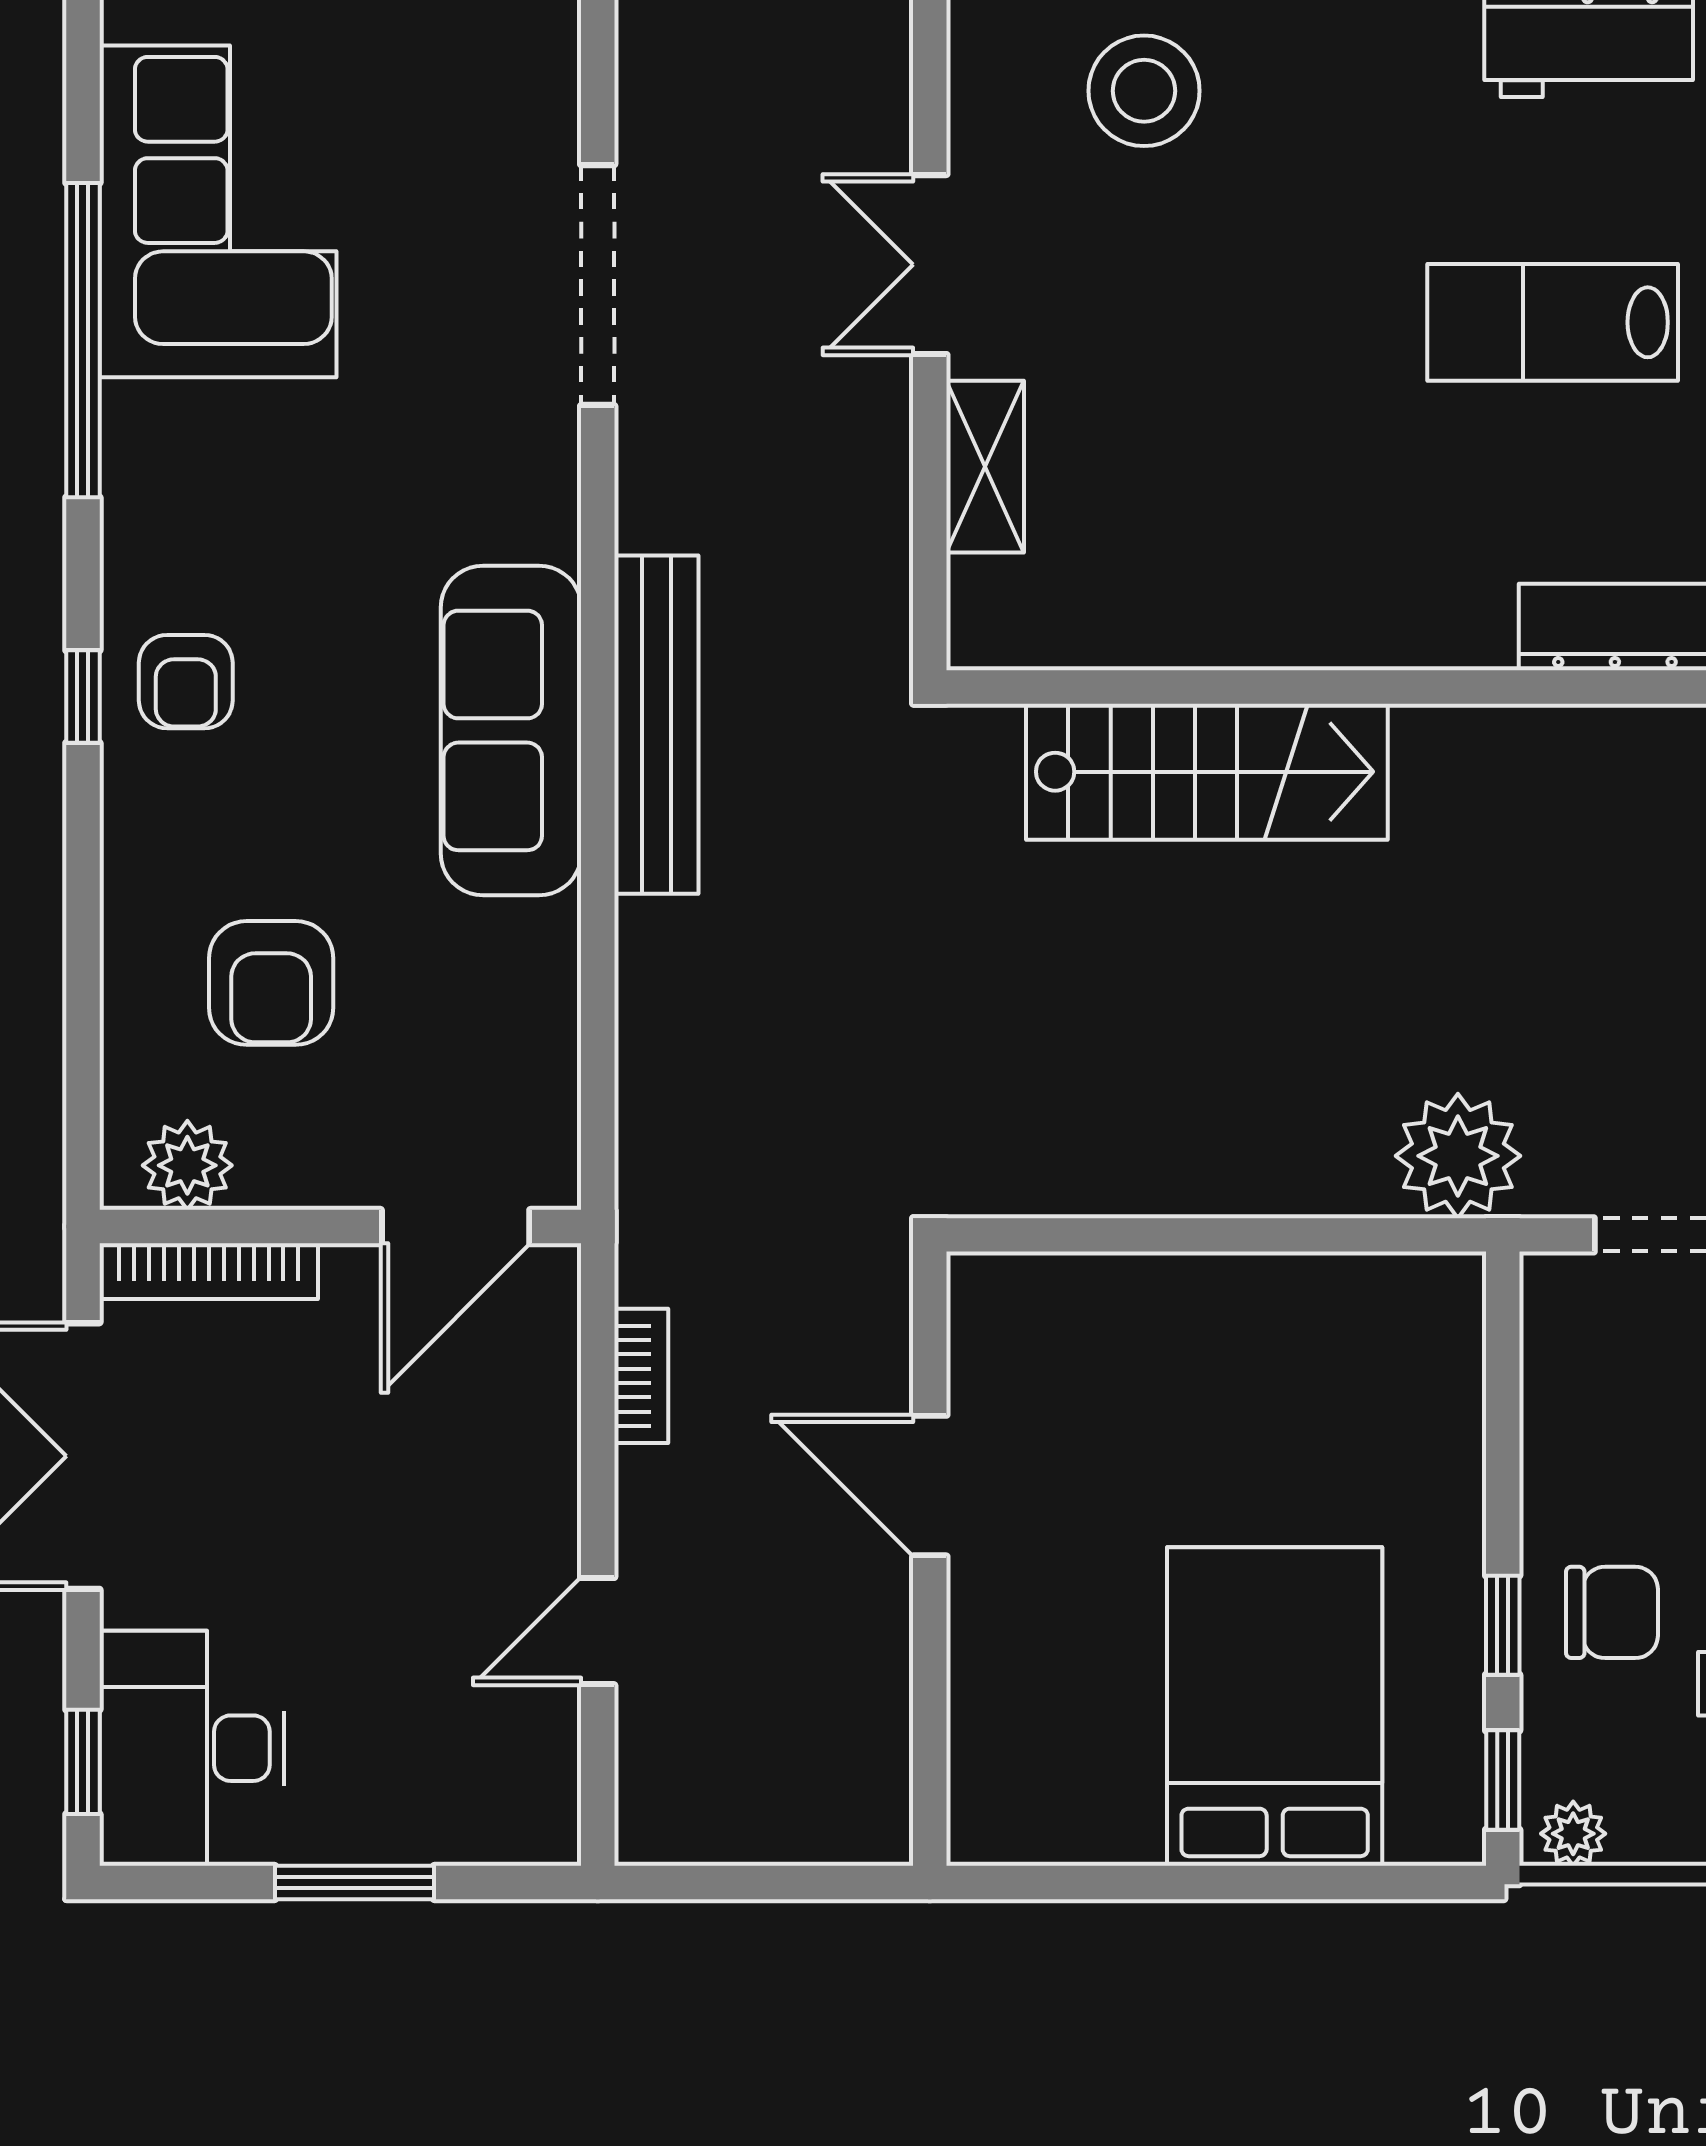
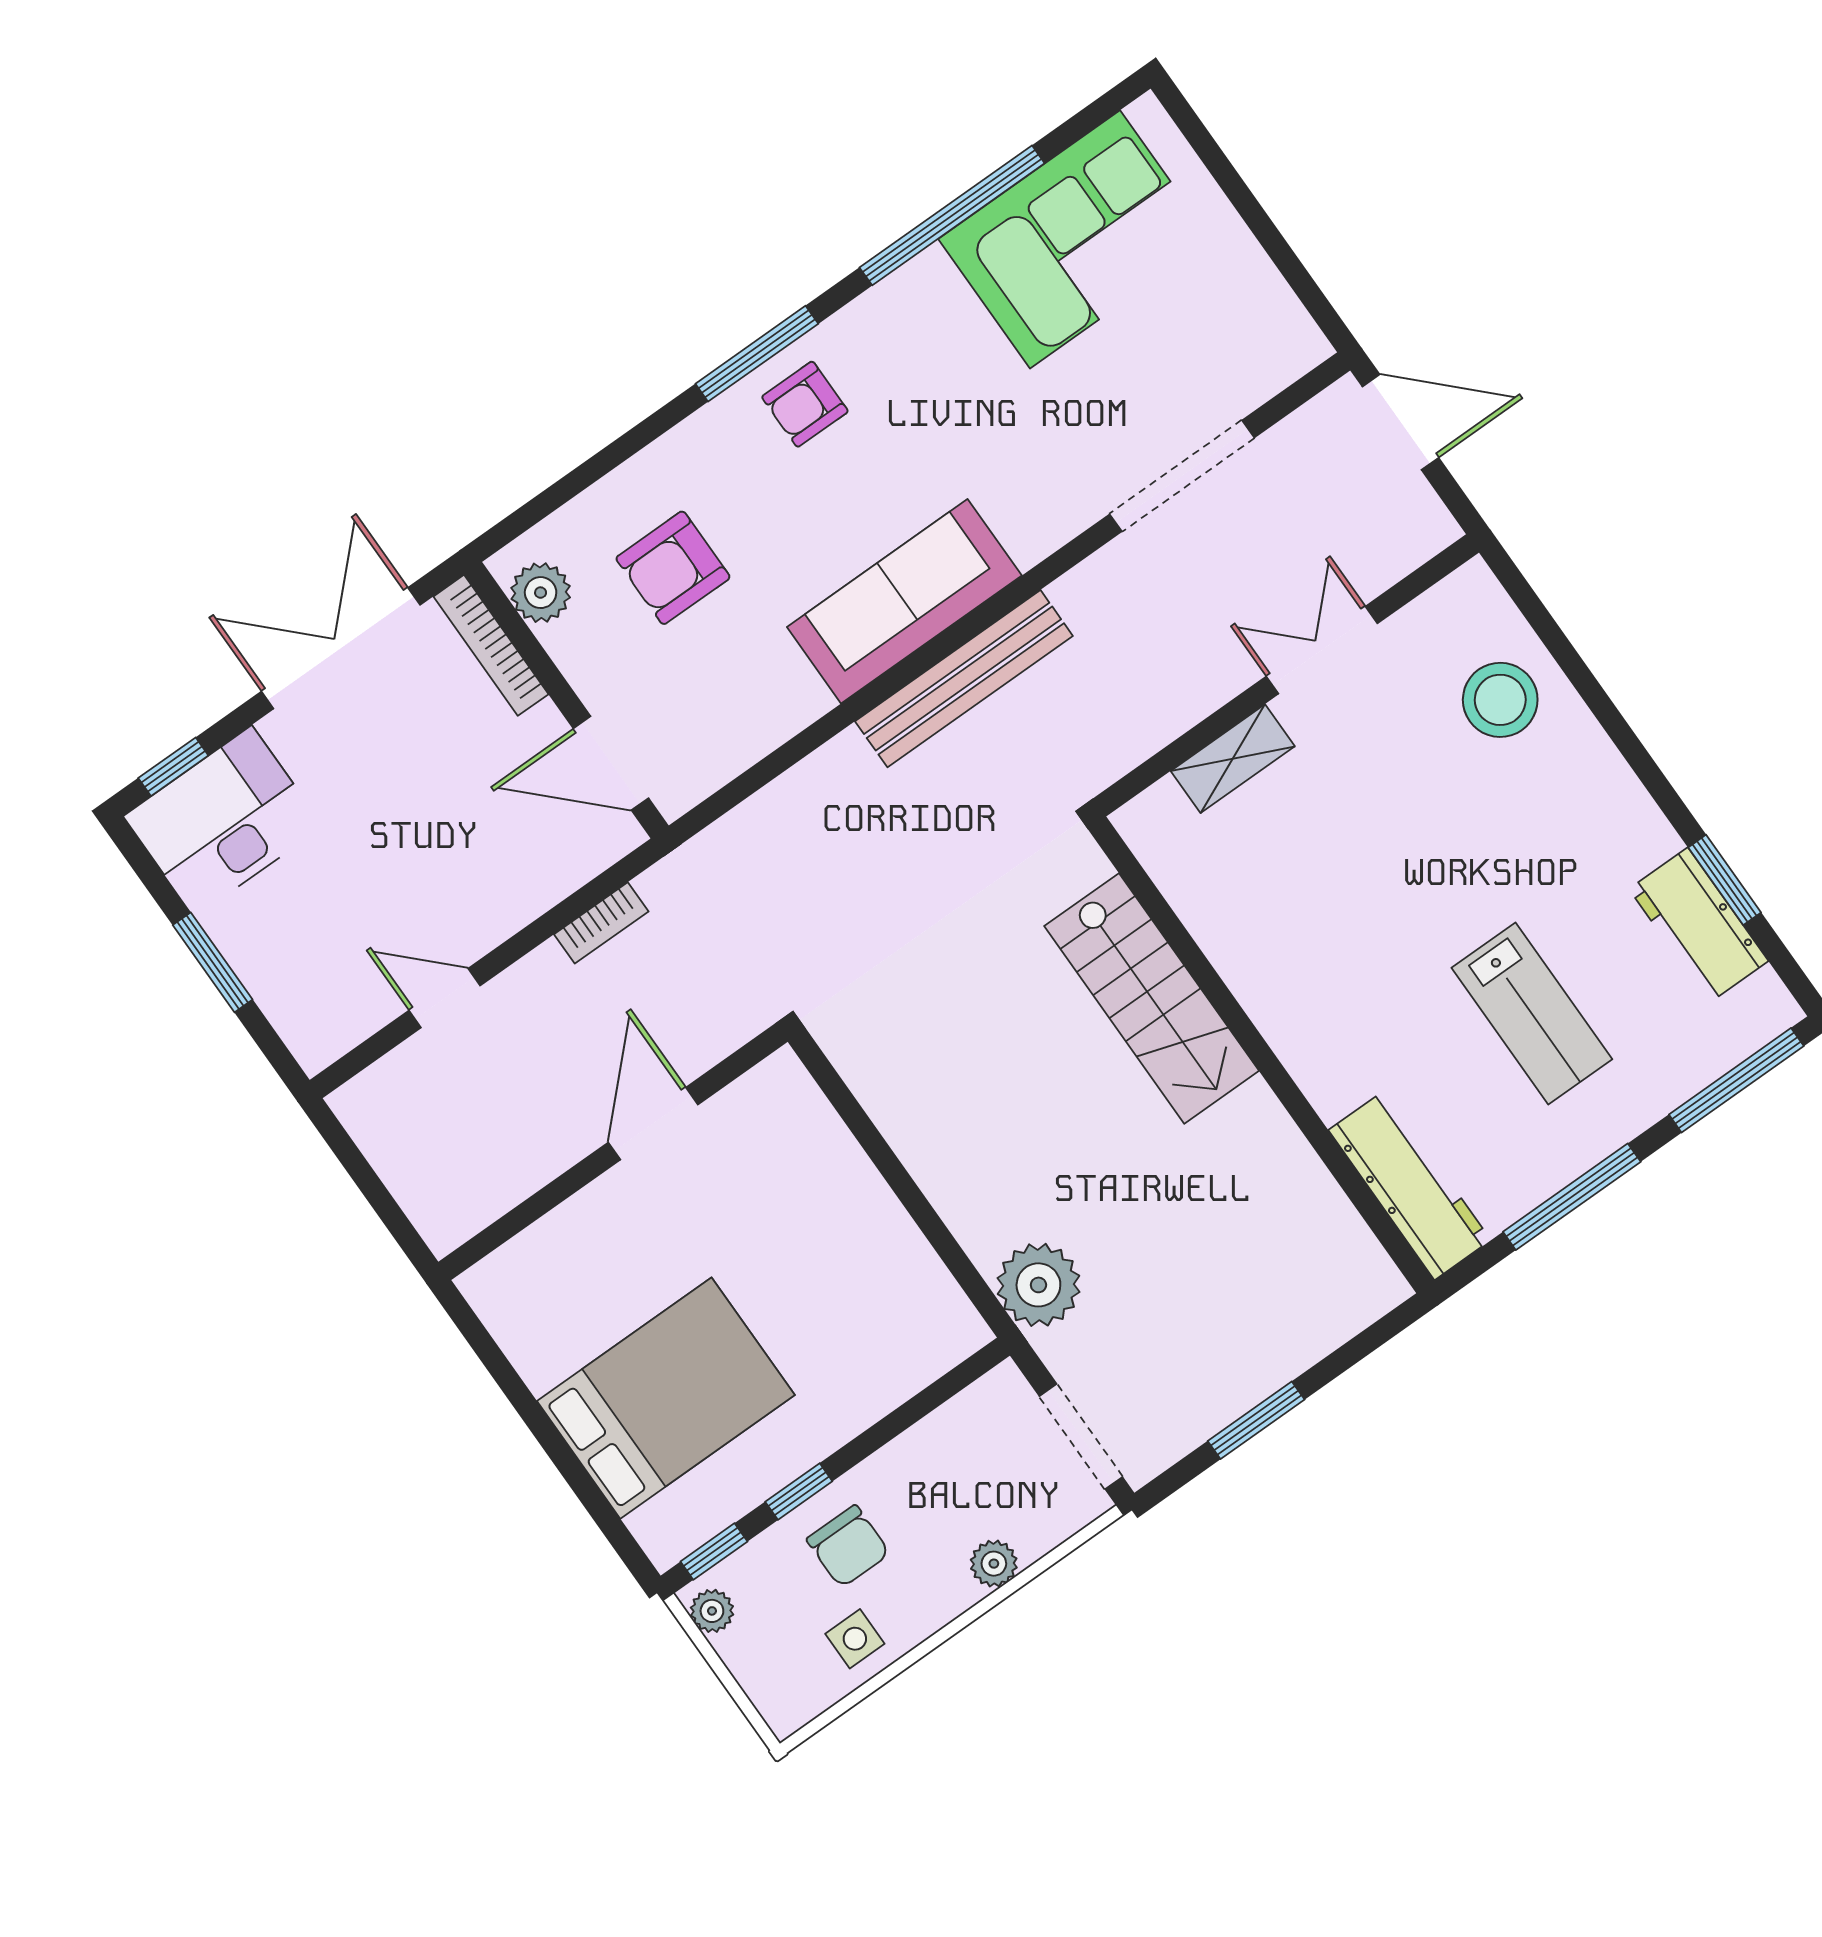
lab bench: (1553, 322) -> (1532, 1014), turned 180
window: (83, 697) -> (757, 354), width x2.17

